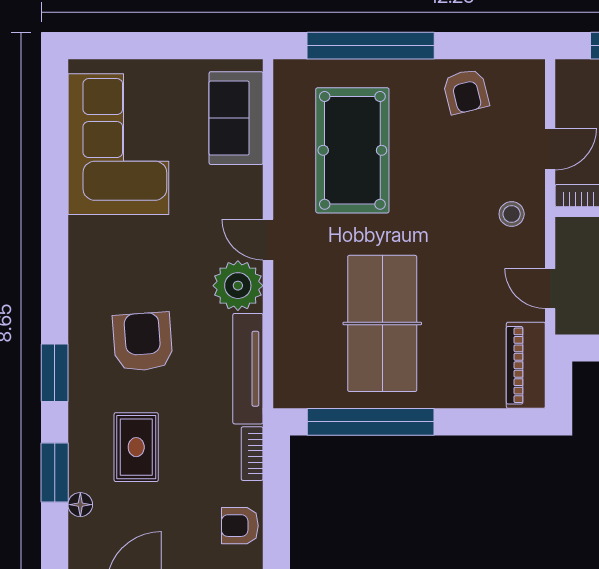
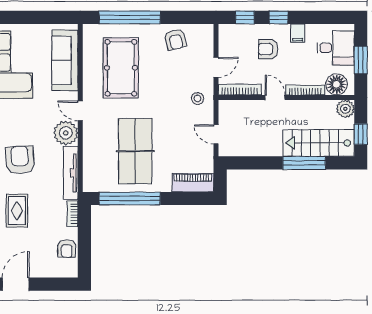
sofa: (236, 118) -> (65, 60), width x1.36
piano: (526, 365) -> (193, 183), moved, turned 90
armchair: (240, 526) -> (67, 248), turned -90

